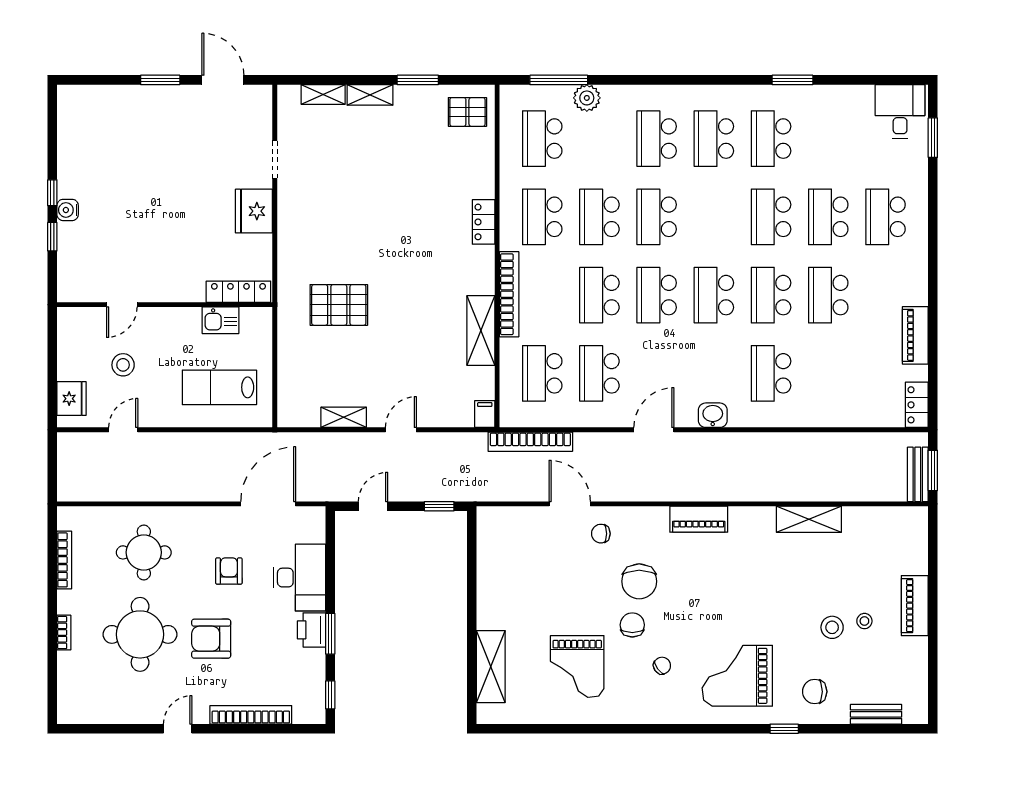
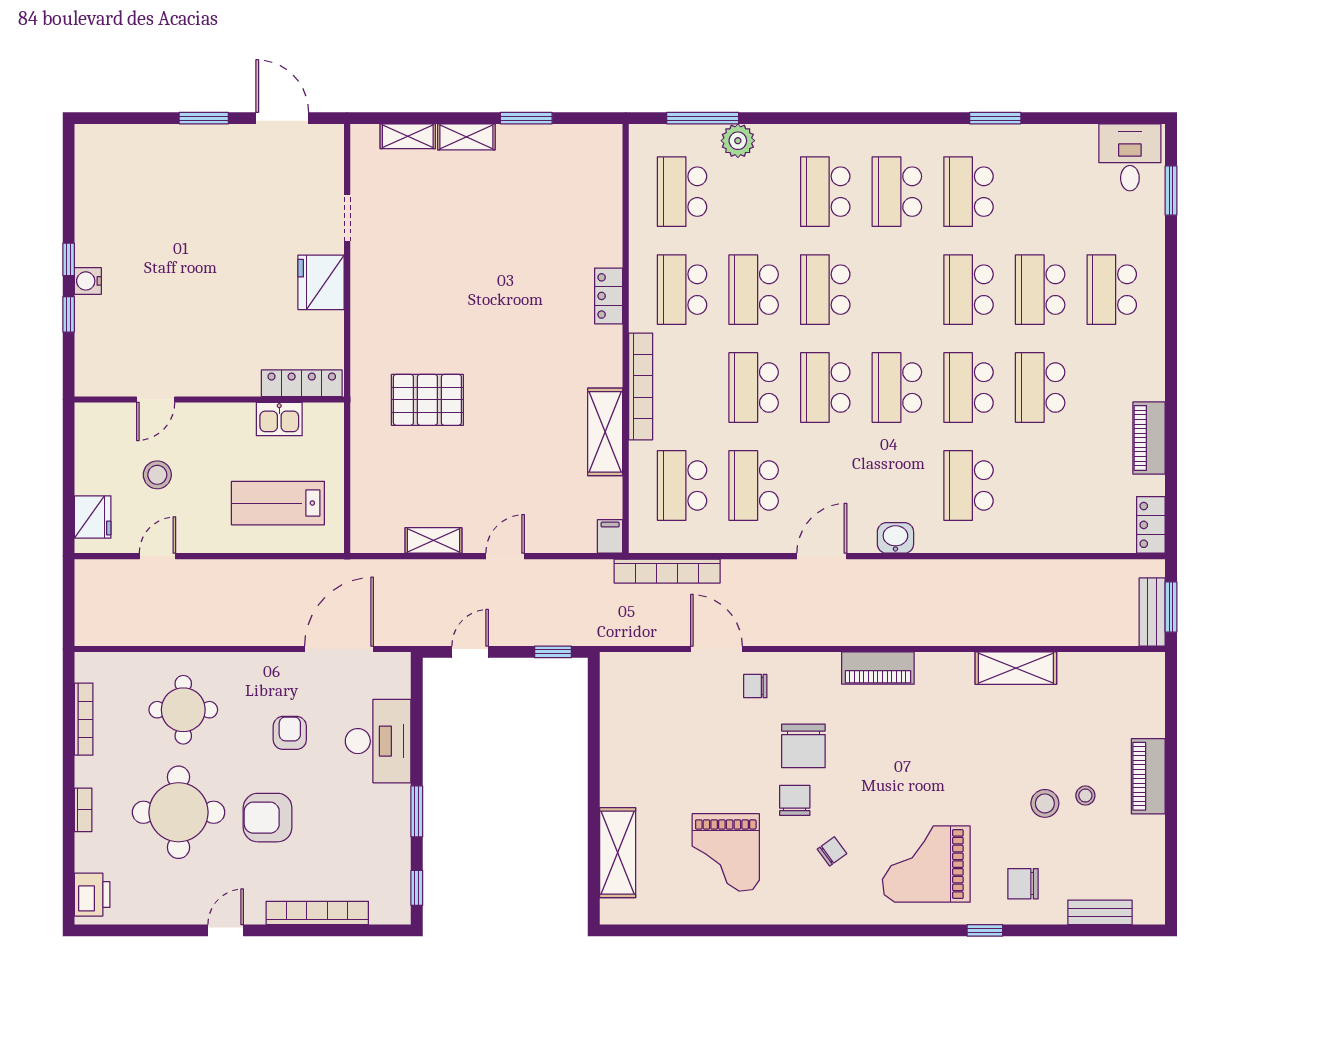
pallet: (467, 112) -> (588, 158), removed
printer: (312, 630) -> (92, 895), moved, turned 180

